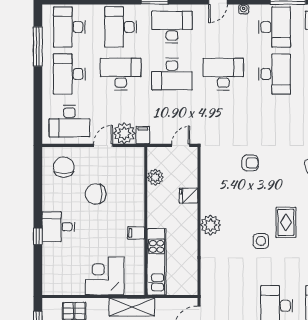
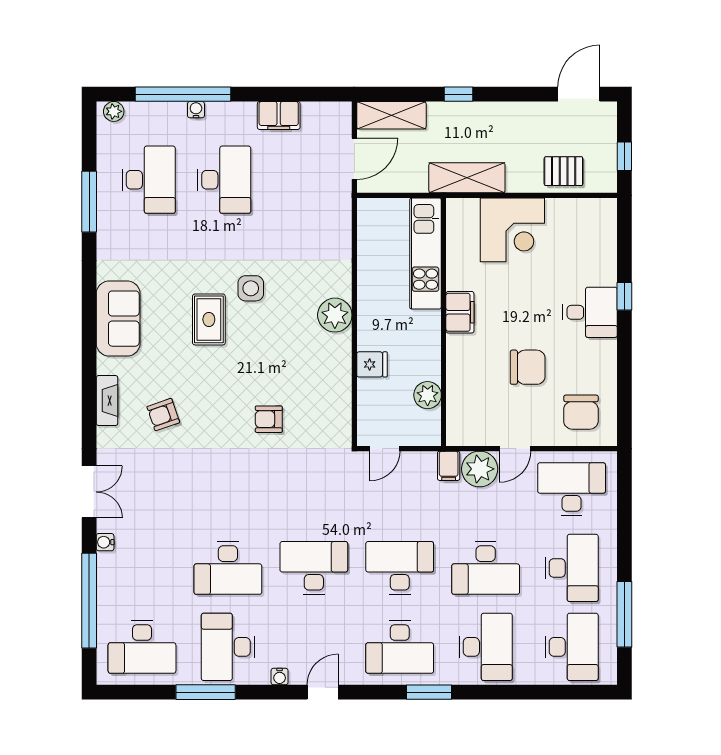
desk: (223, 74) -> (314, 568), turned 180
desk: (274, 74) -> (228, 568), turned -90
filing cabinet: (136, 233) -> (460, 312), width x2.00

